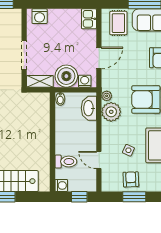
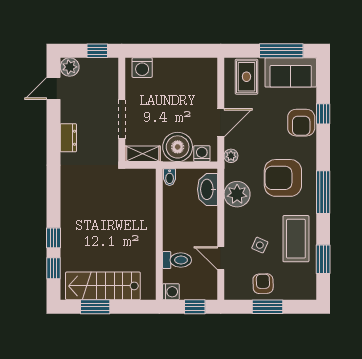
kitchen sink: (89, 19) -> (208, 71), removed
plant: (107, 96) -> (231, 156), moved

